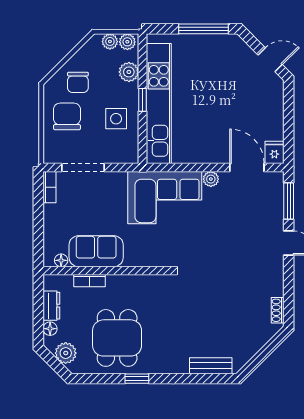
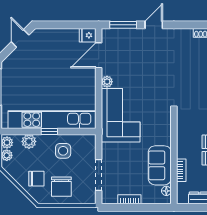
chair: (67, 116) -> (61, 187), turned -90
bookcase: (49, 187) -> (129, 199), moved

